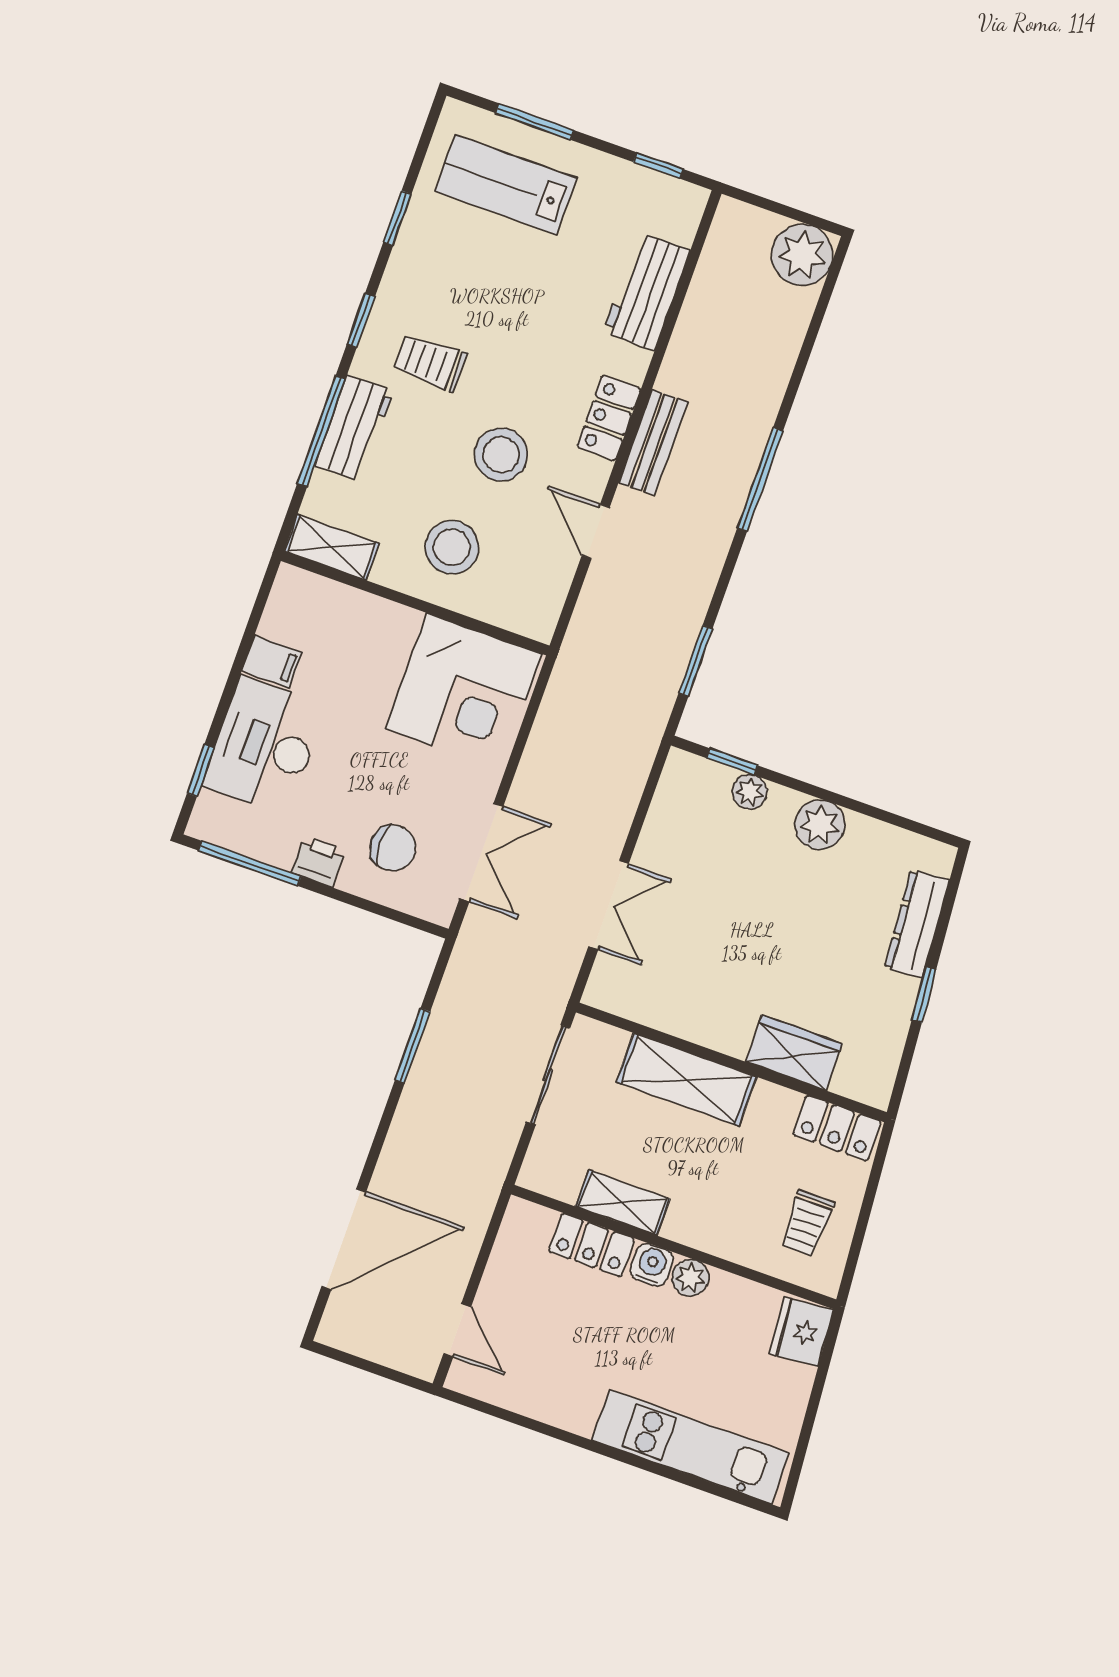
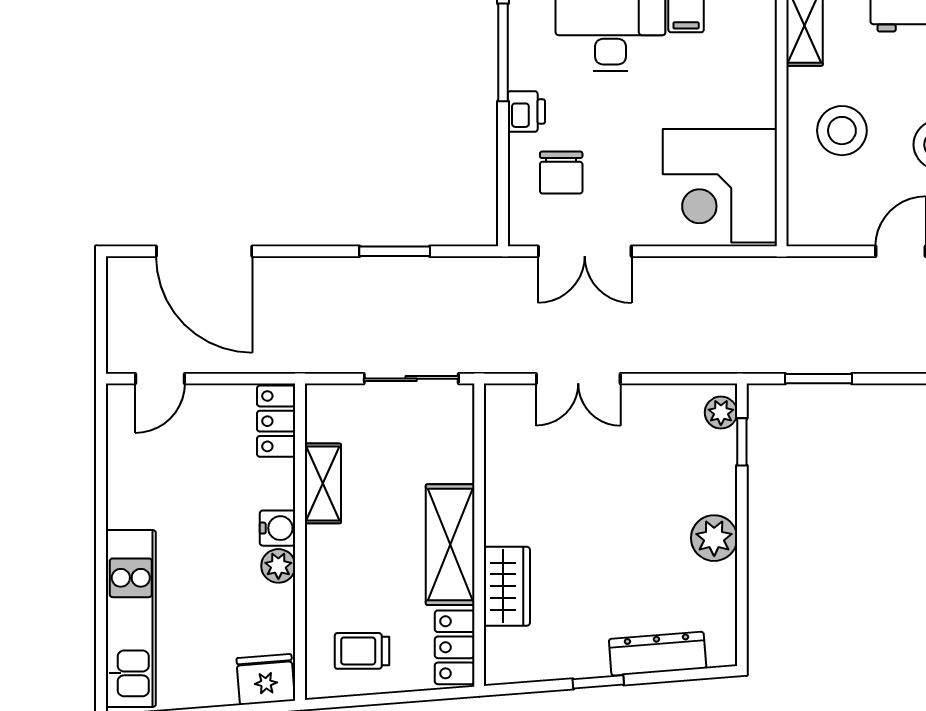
plant: (750, 792) -> (721, 413), moved
shelving: (686, 1079) -> (450, 545), moved
locker: (592, 1245) -> (276, 421), moved

